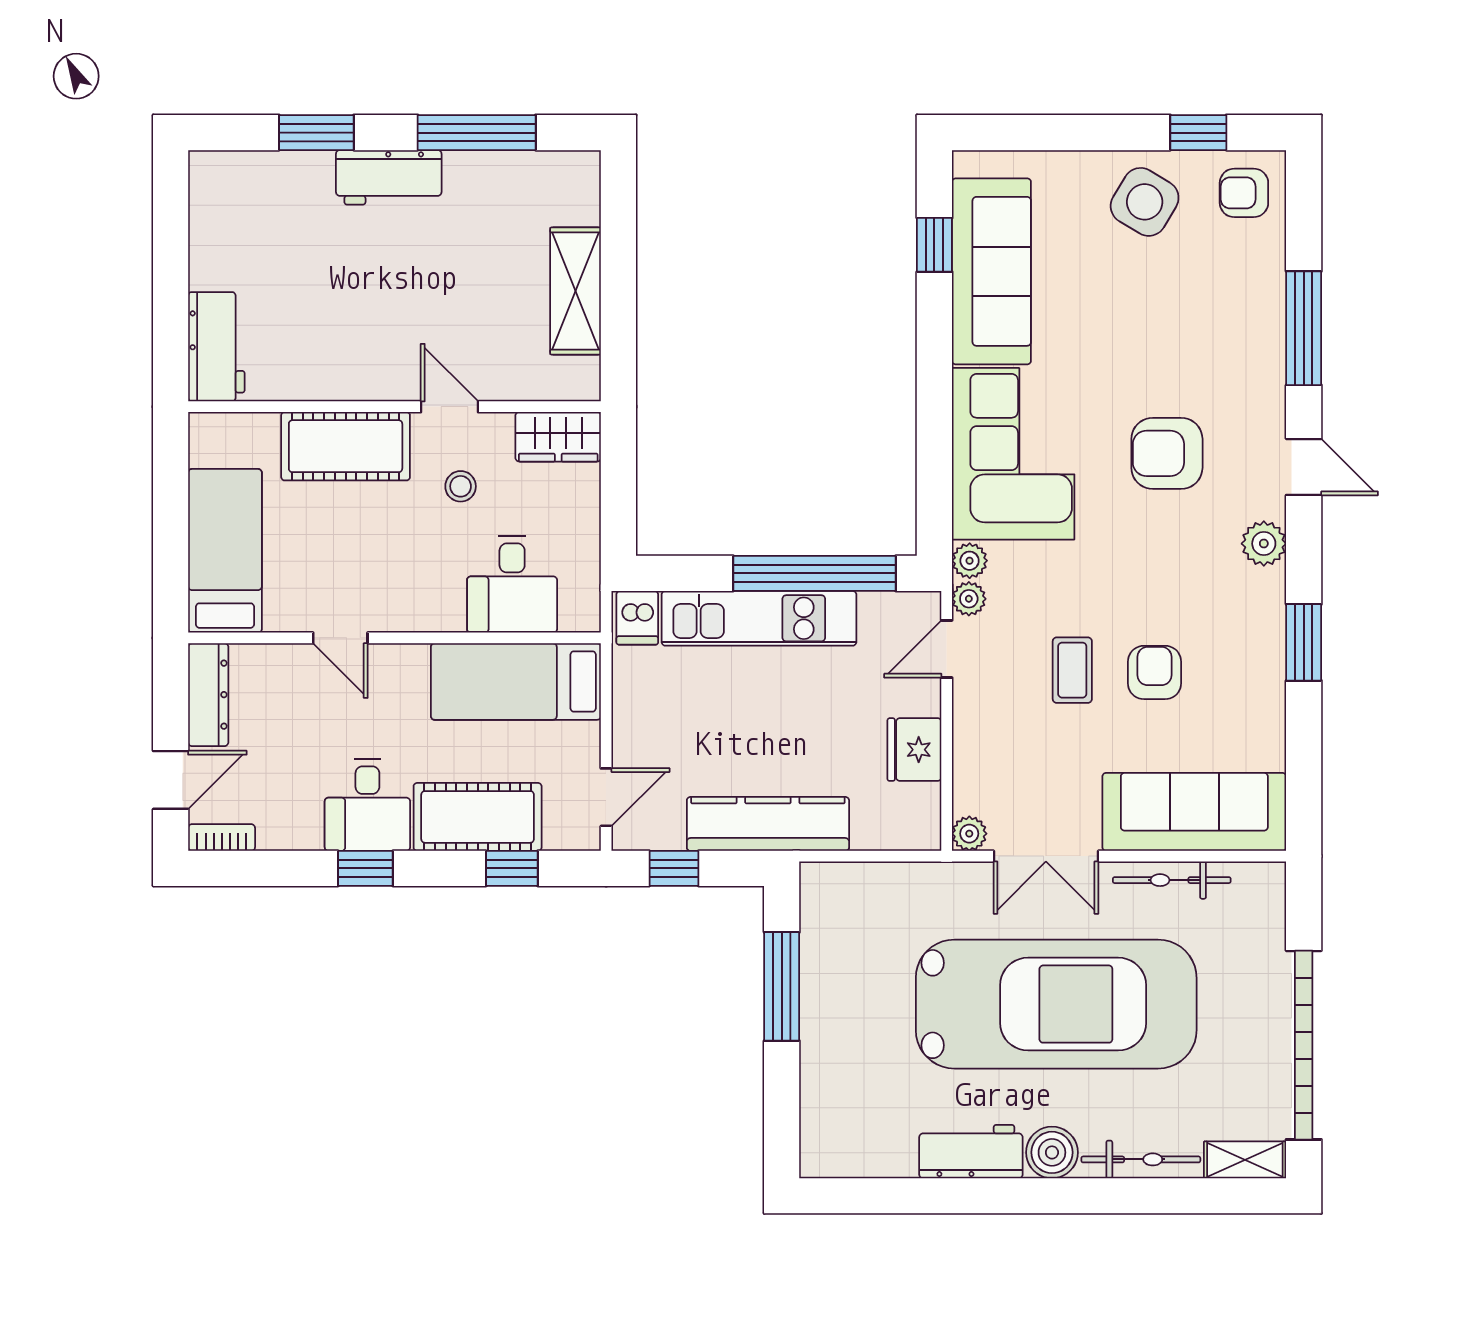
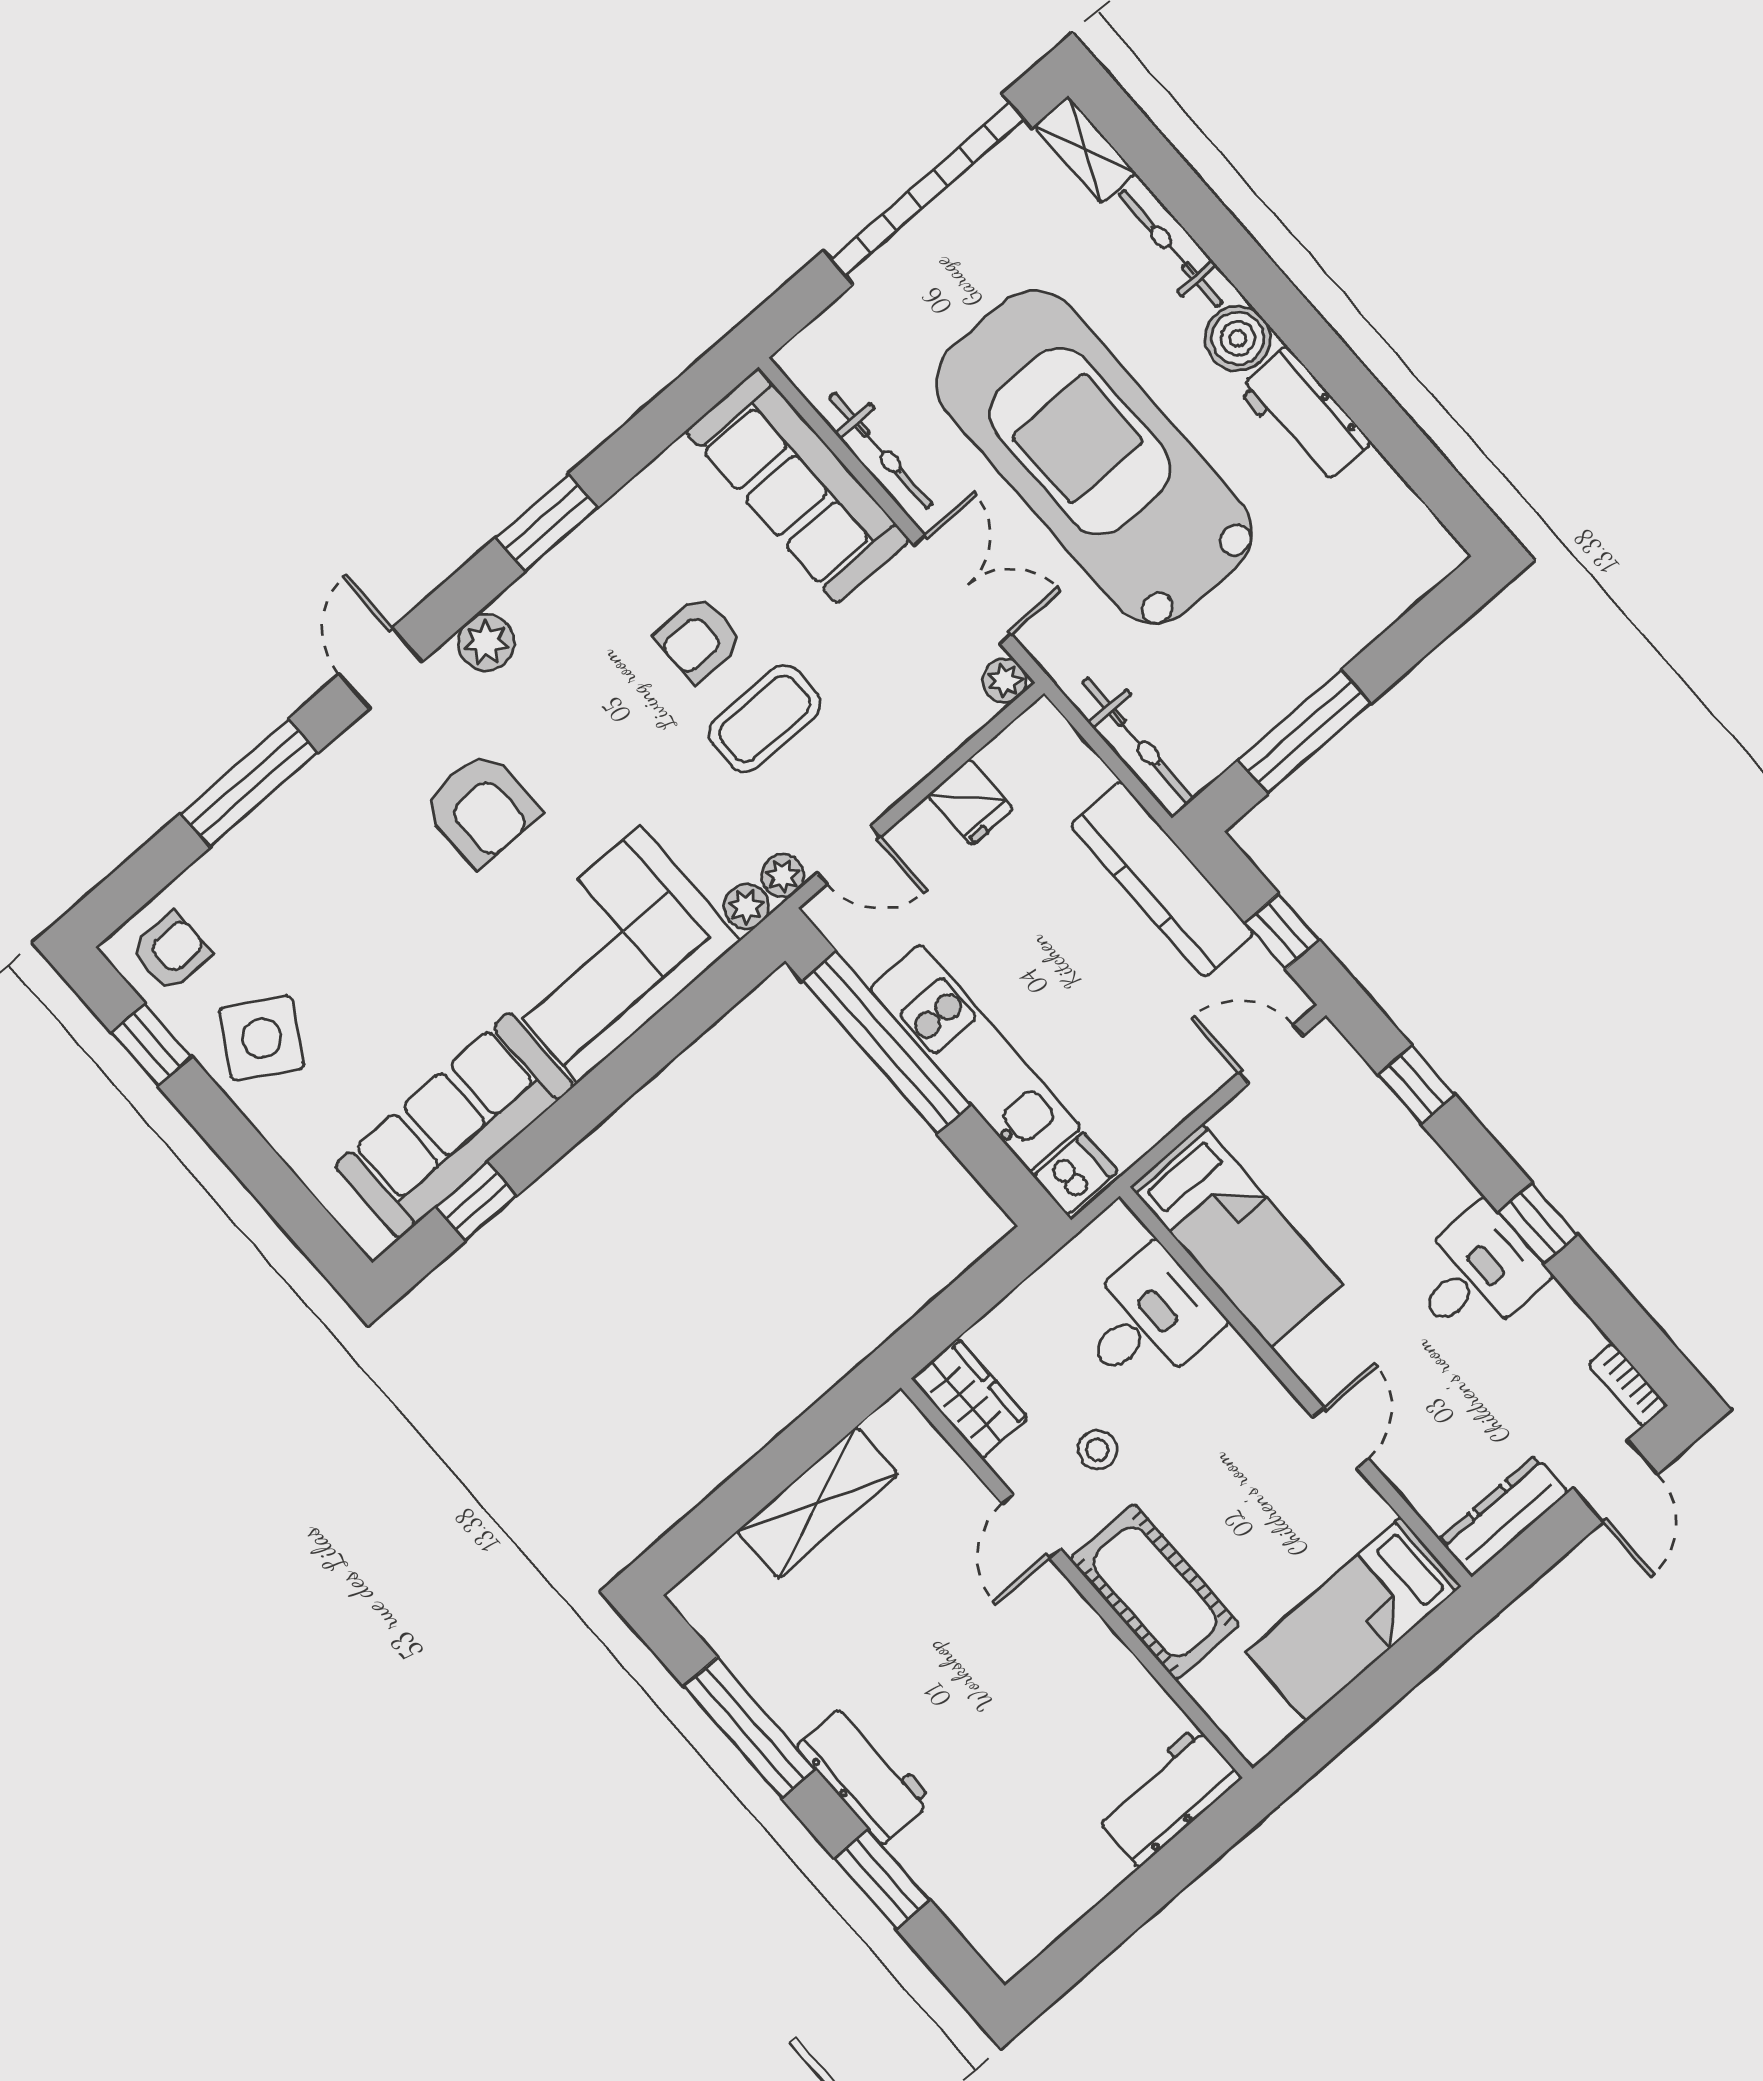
armchair: (1244, 193) -> (171, 952), turned -90
coffee table: (1072, 670) -> (765, 719), width x1.36, depth x1.30
fridge: (914, 750) -> (971, 802), width x0.72
door: (171, 780) -> (1615, 1481), swing flipped
cot: (478, 817) -> (1396, 1160), removed
bicycle: (863, 882) -> (1138, 741), added

